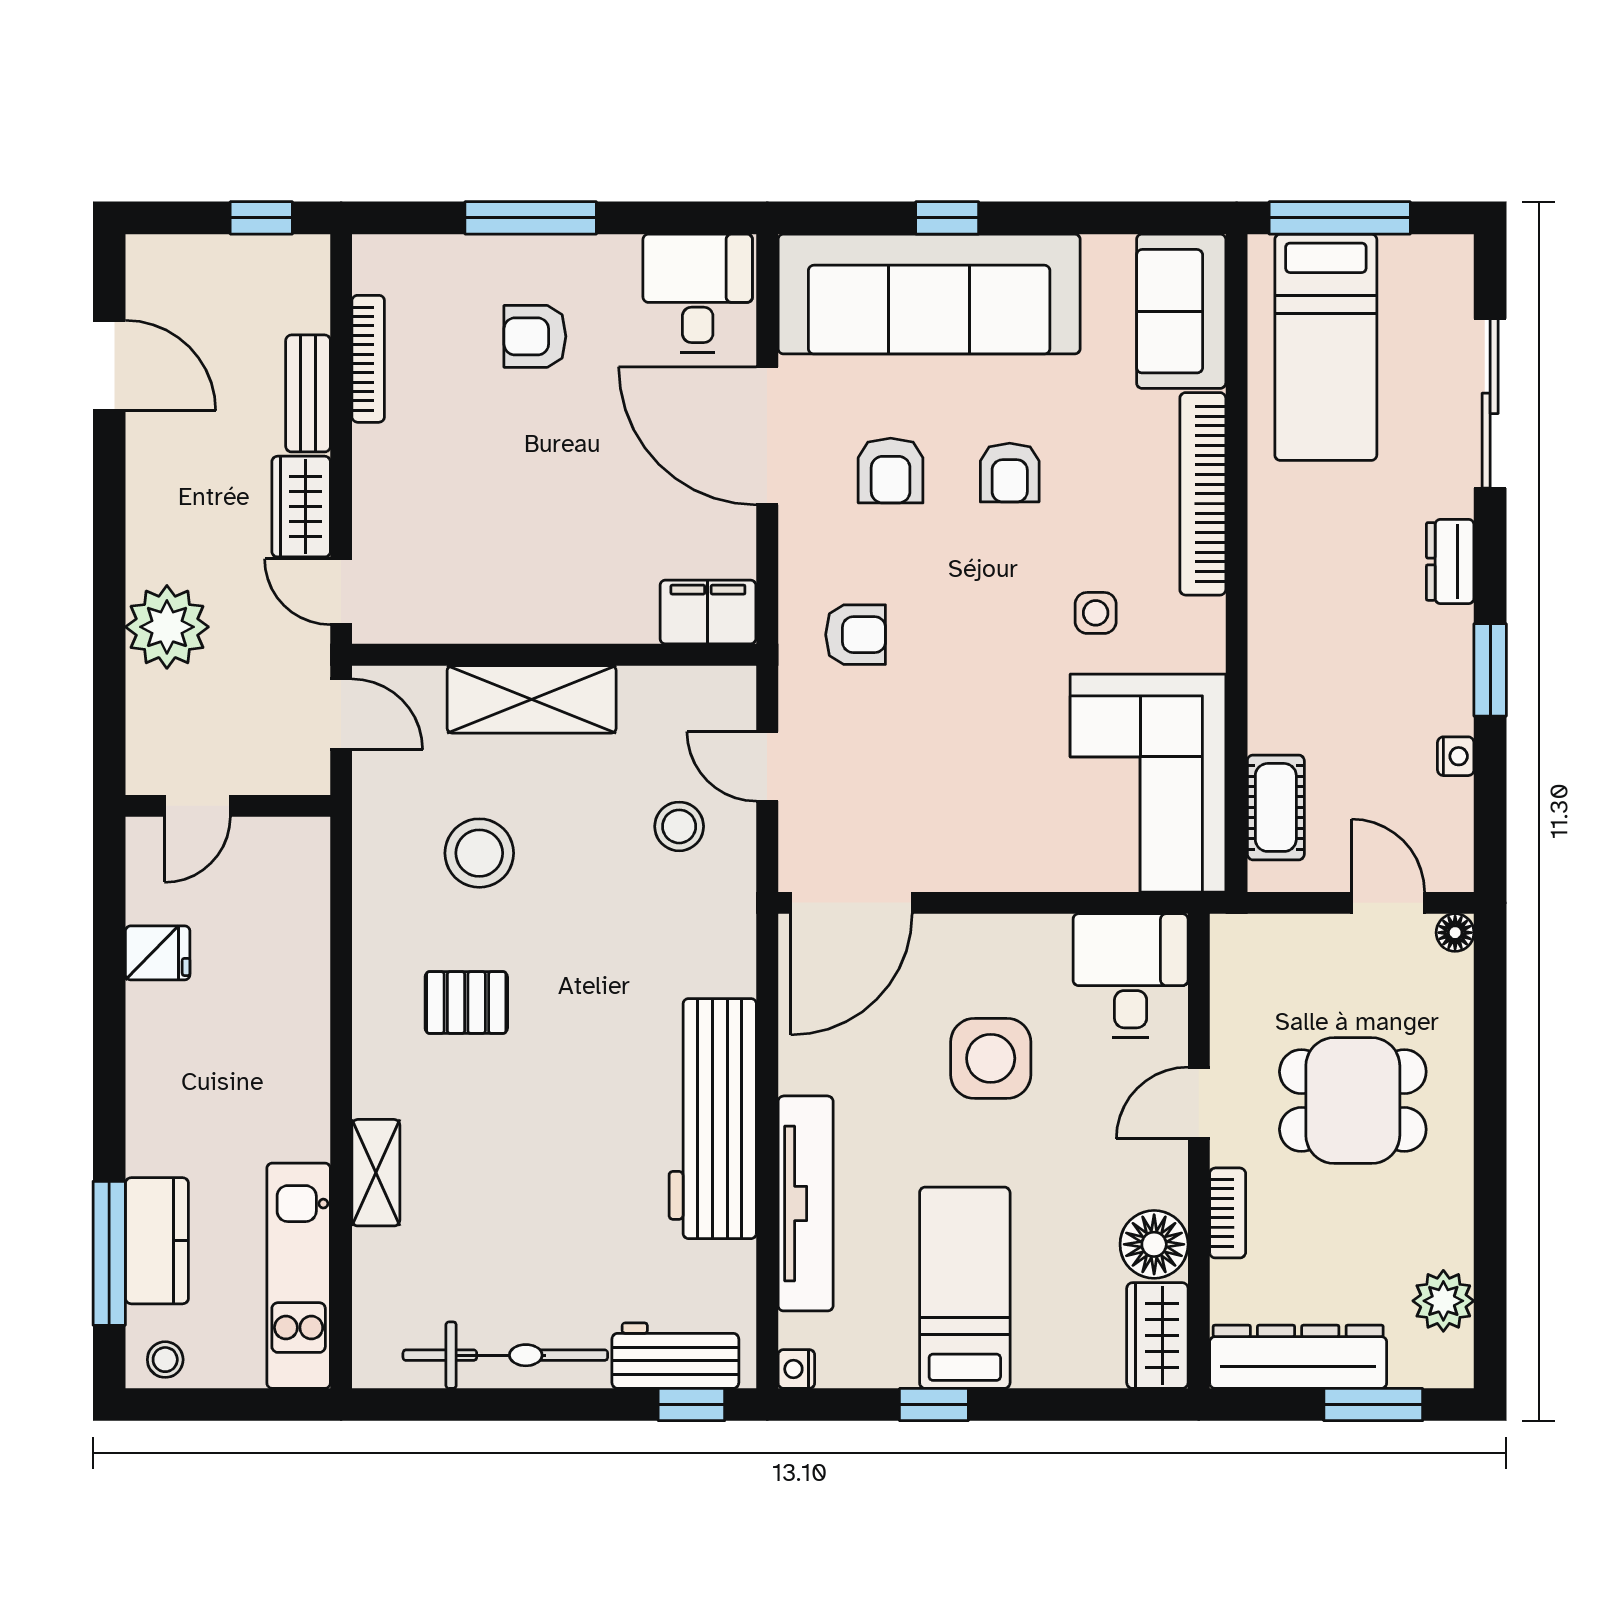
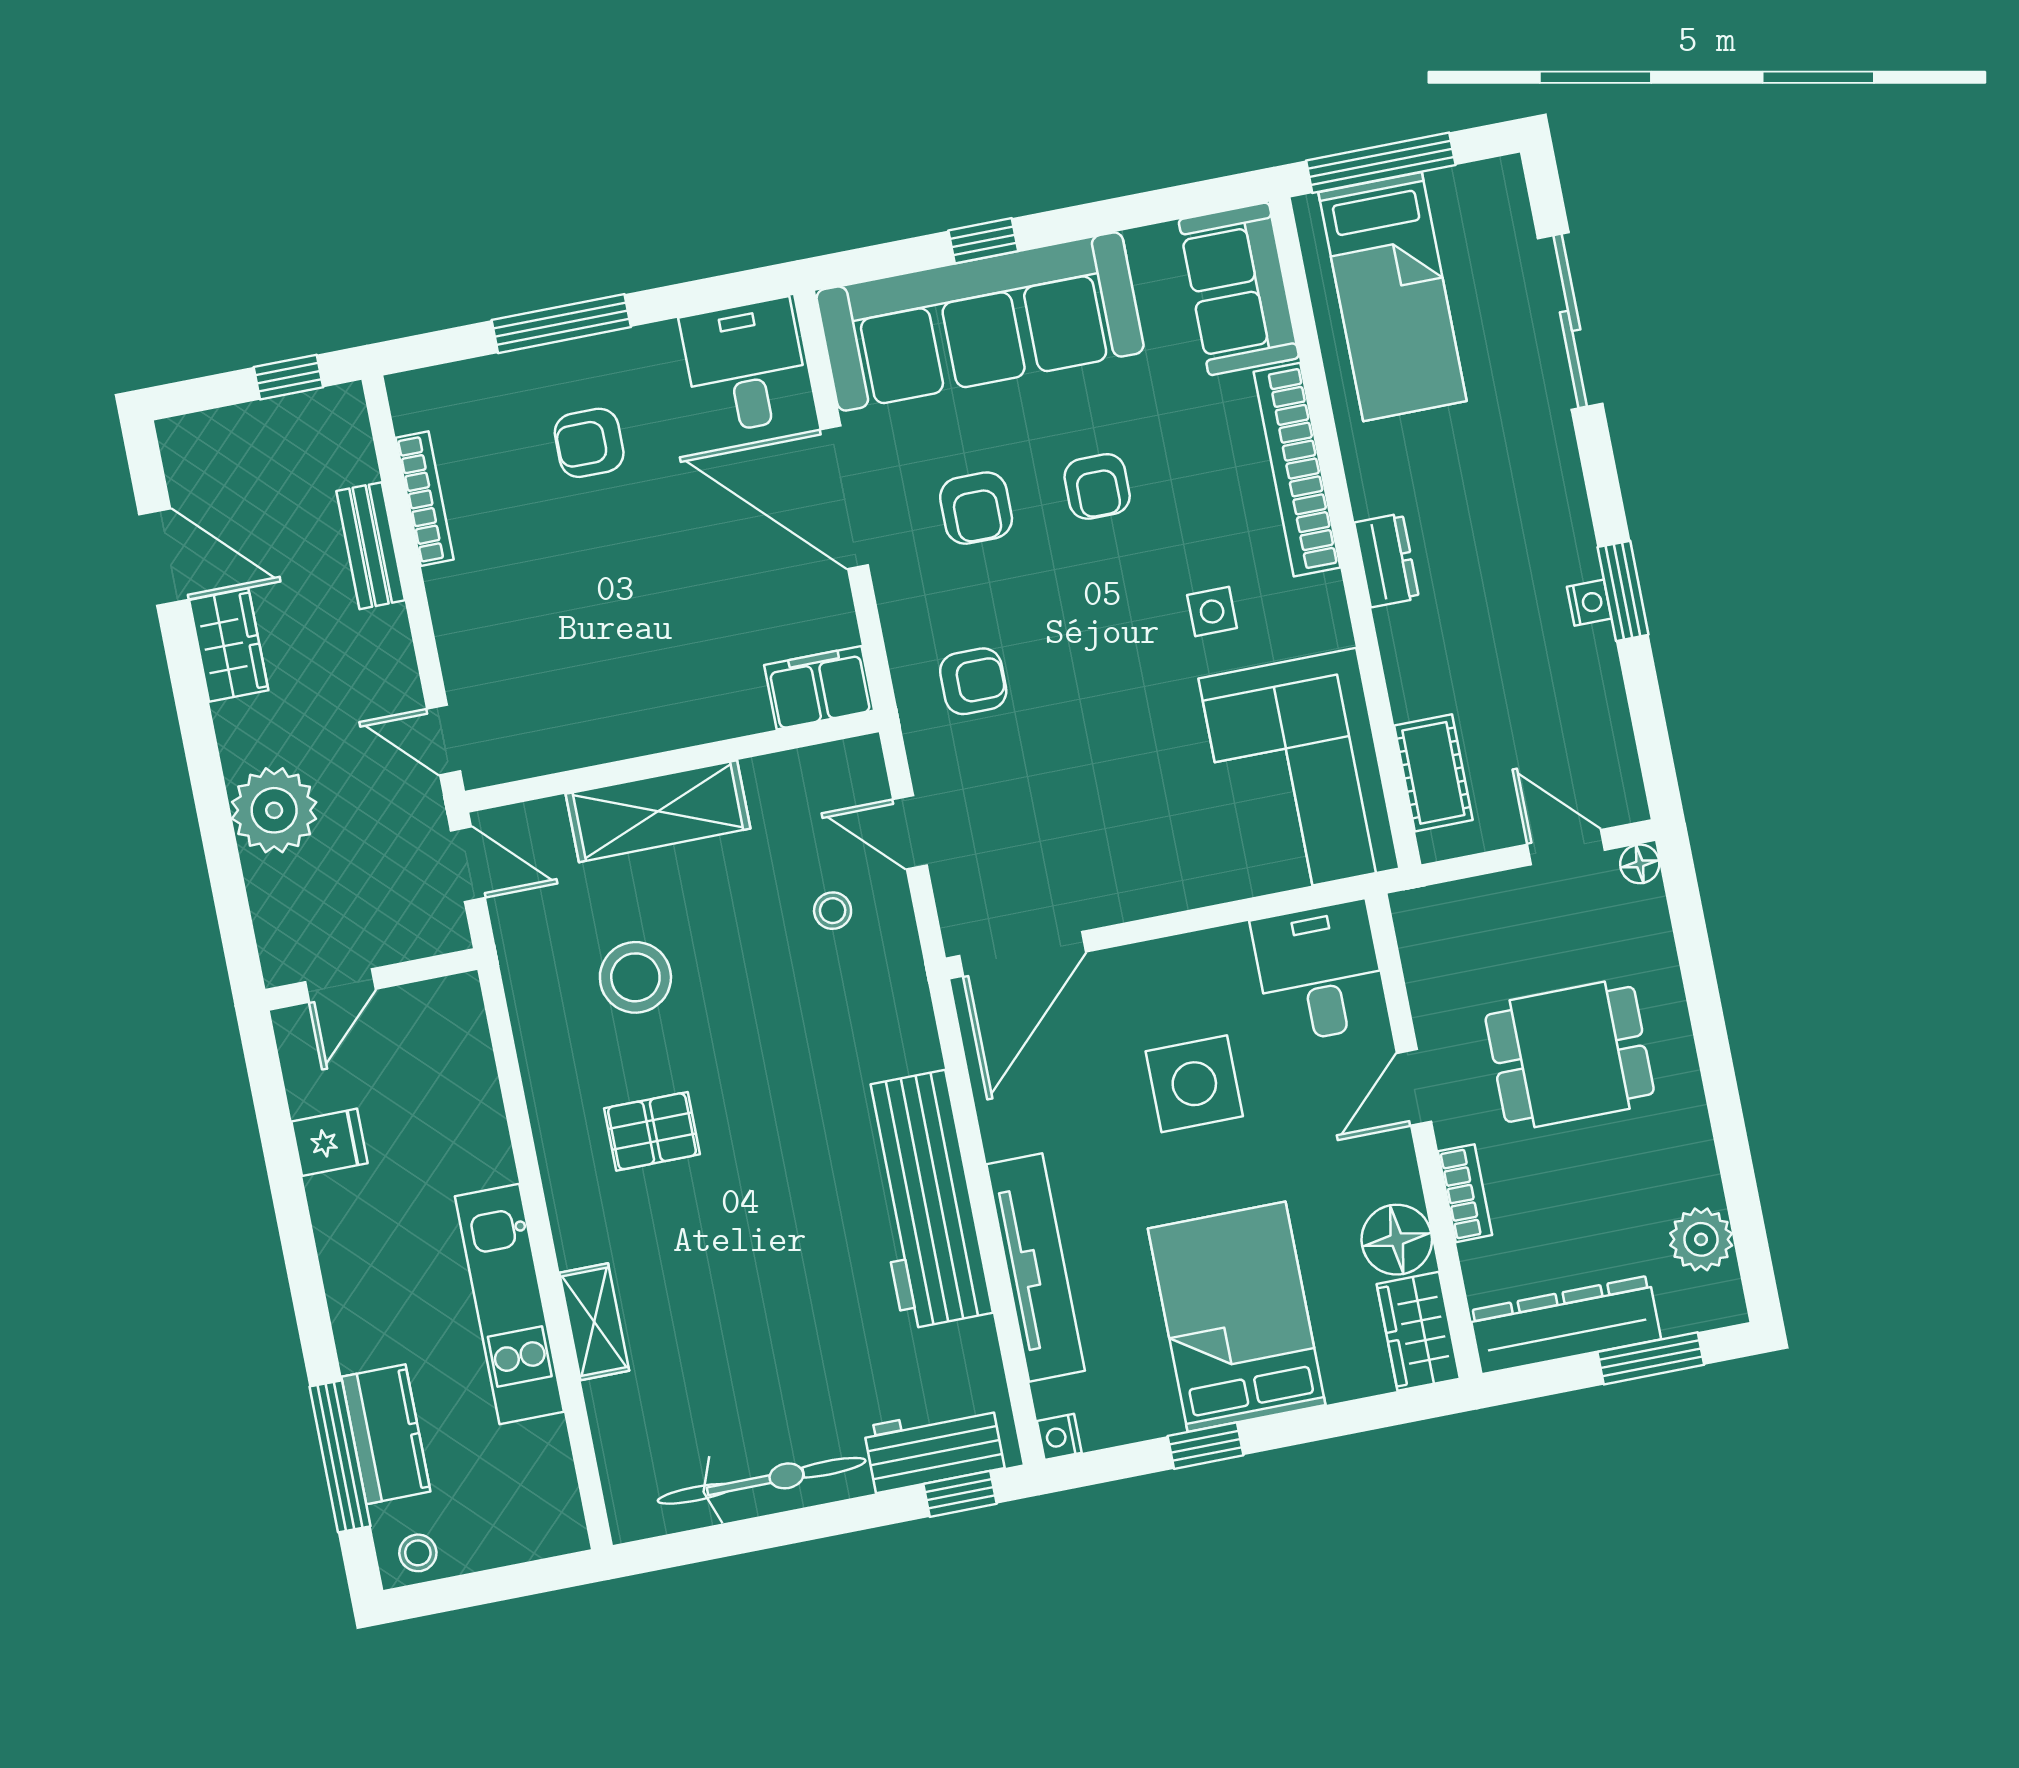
wardrobe: (301, 507) -> (229, 645), moved, turned 180
dresser: (1450, 561) -> (1387, 560), moved, turned 180
nightstand: (1456, 756) -> (1589, 603), moved
stool: (679, 826) -> (833, 911), width x0.73, depth x0.73
kitchen unit: (299, 1276) -> (509, 1304), moved
bed: (965, 1288) -> (1237, 1317), width x1.50

